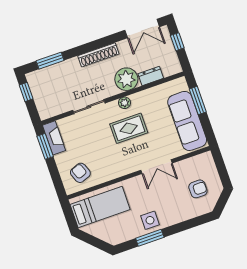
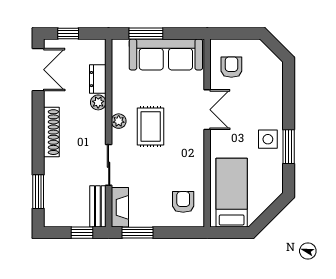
plant: (126, 79) -> (98, 102), width x0.53, depth x0.53
window: (26, 92) -> (82, 233), moved
bench: (55, 110) -> (98, 206), added
fireplace: (54, 138) -> (120, 207), moved, turned 90
armchair: (80, 173) -> (183, 202), turned 111
armchair: (198, 189) -> (231, 67), moved

